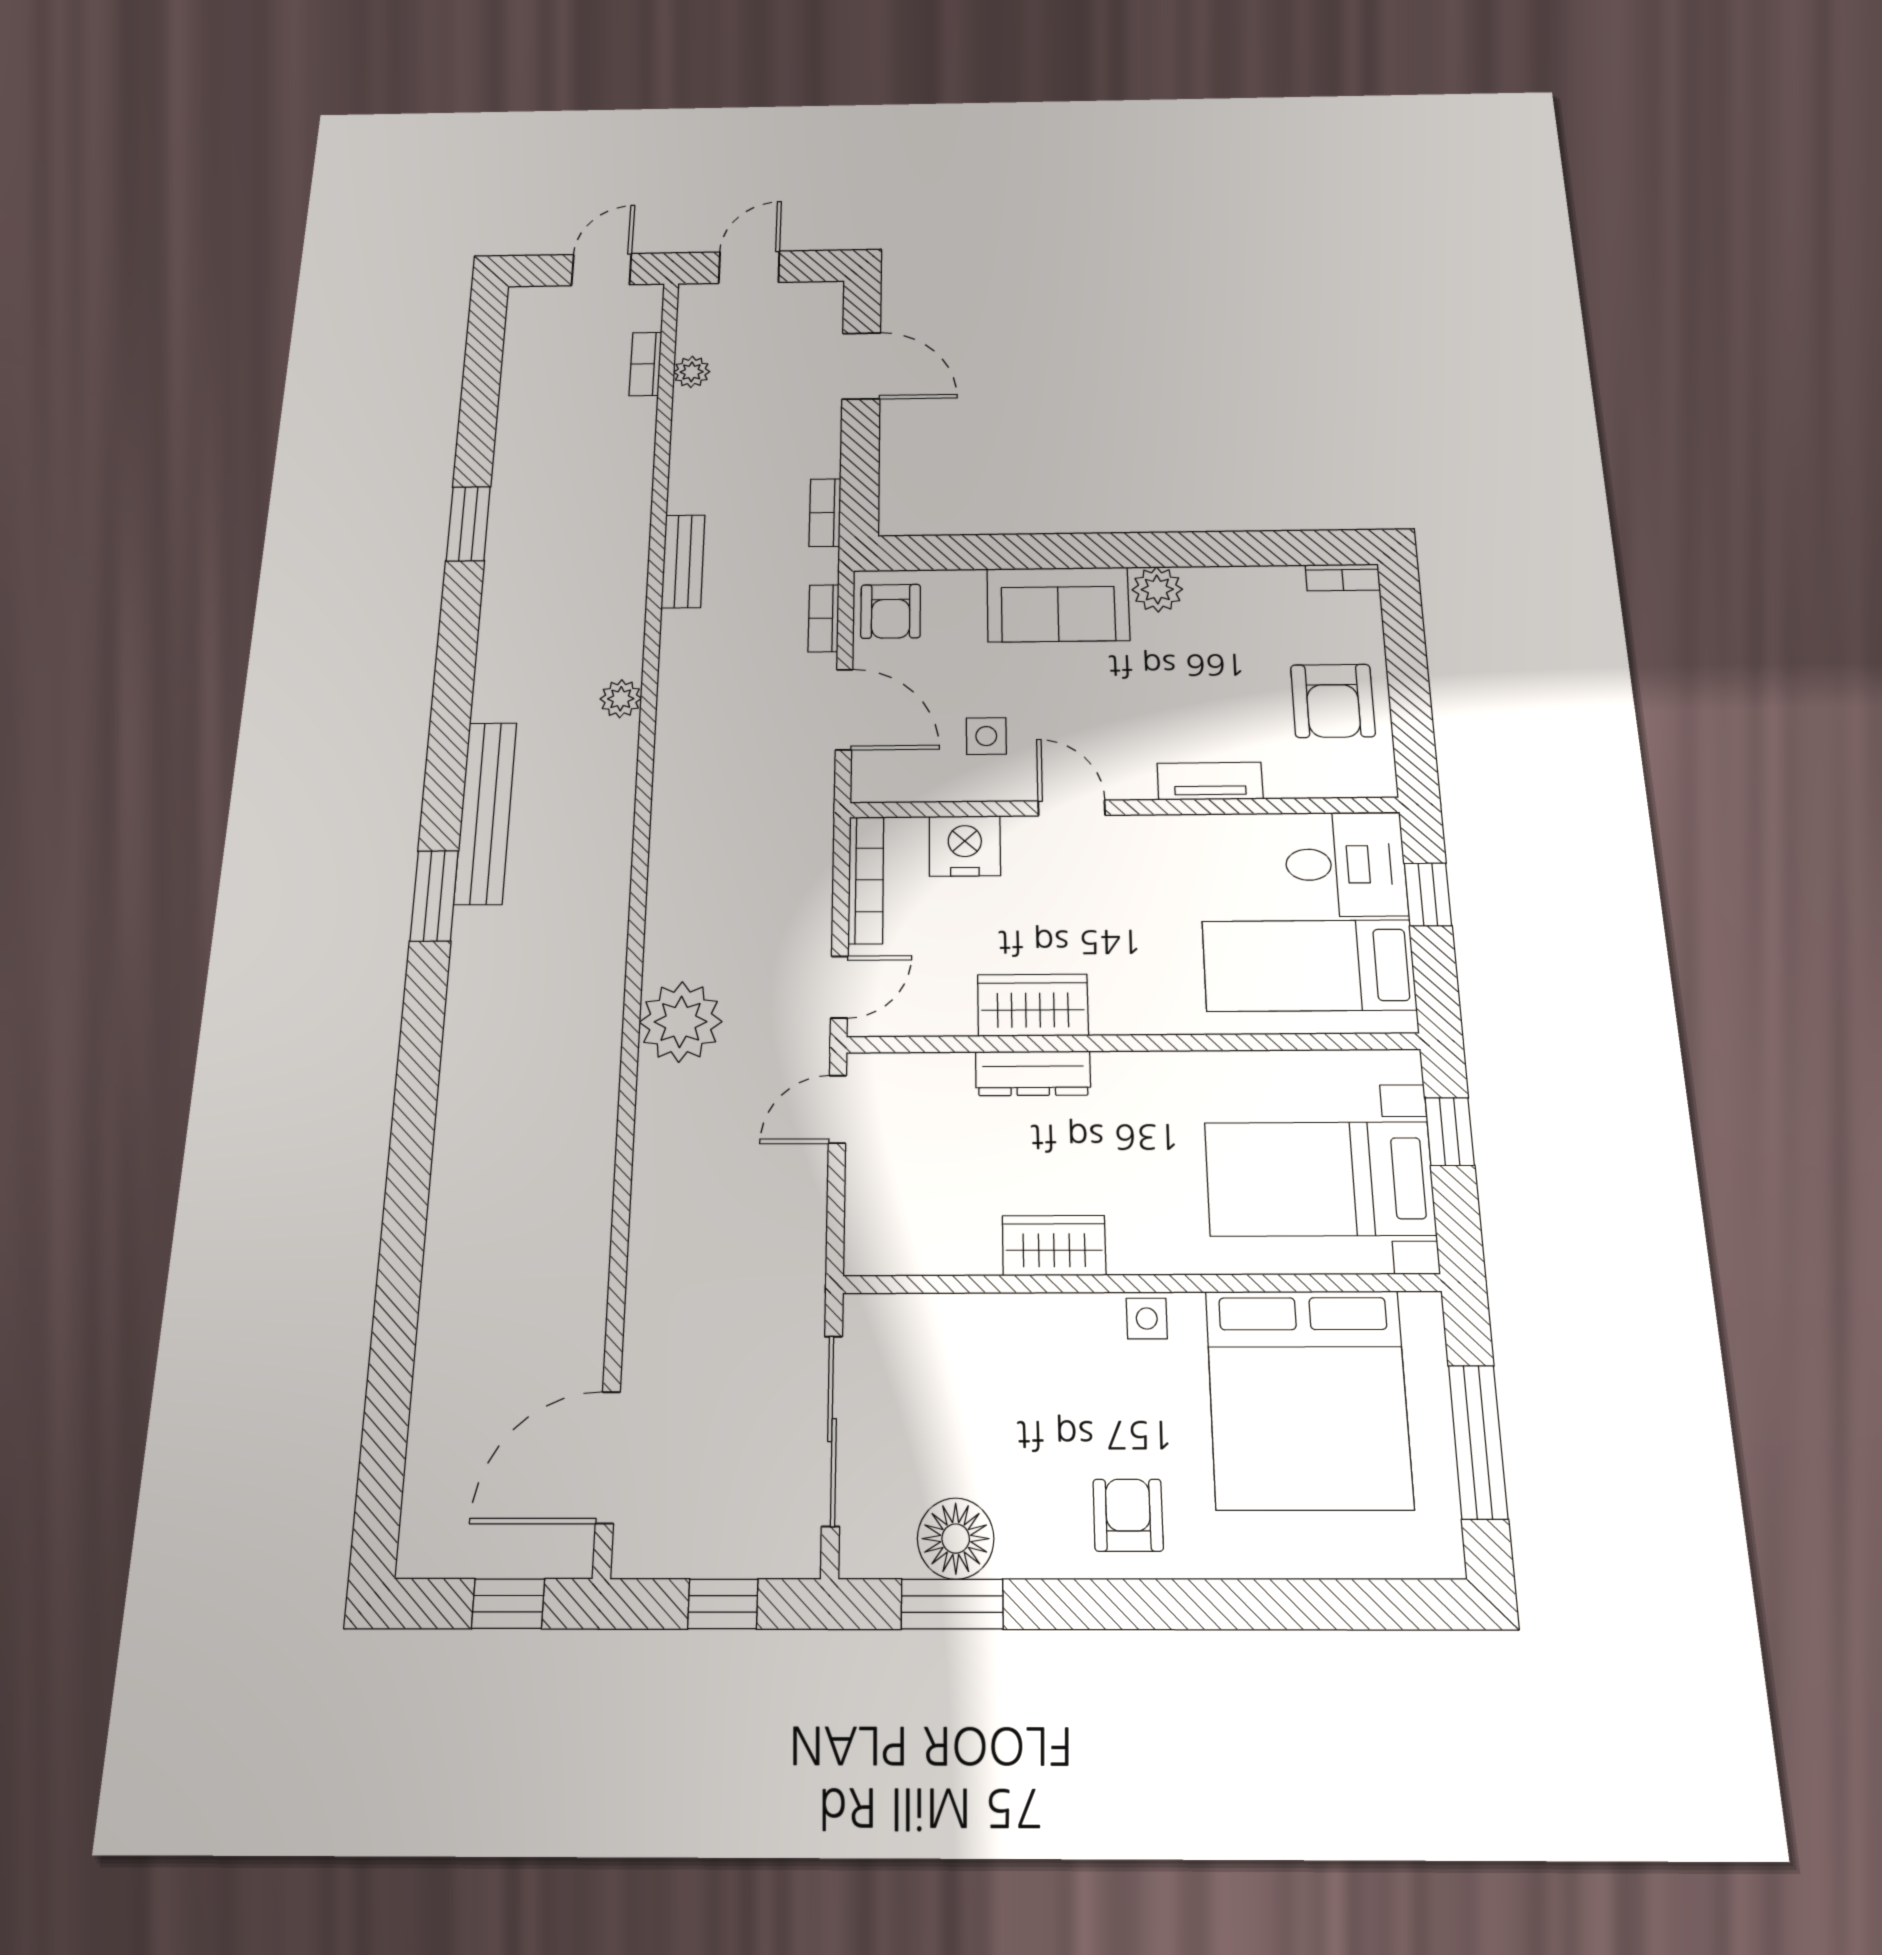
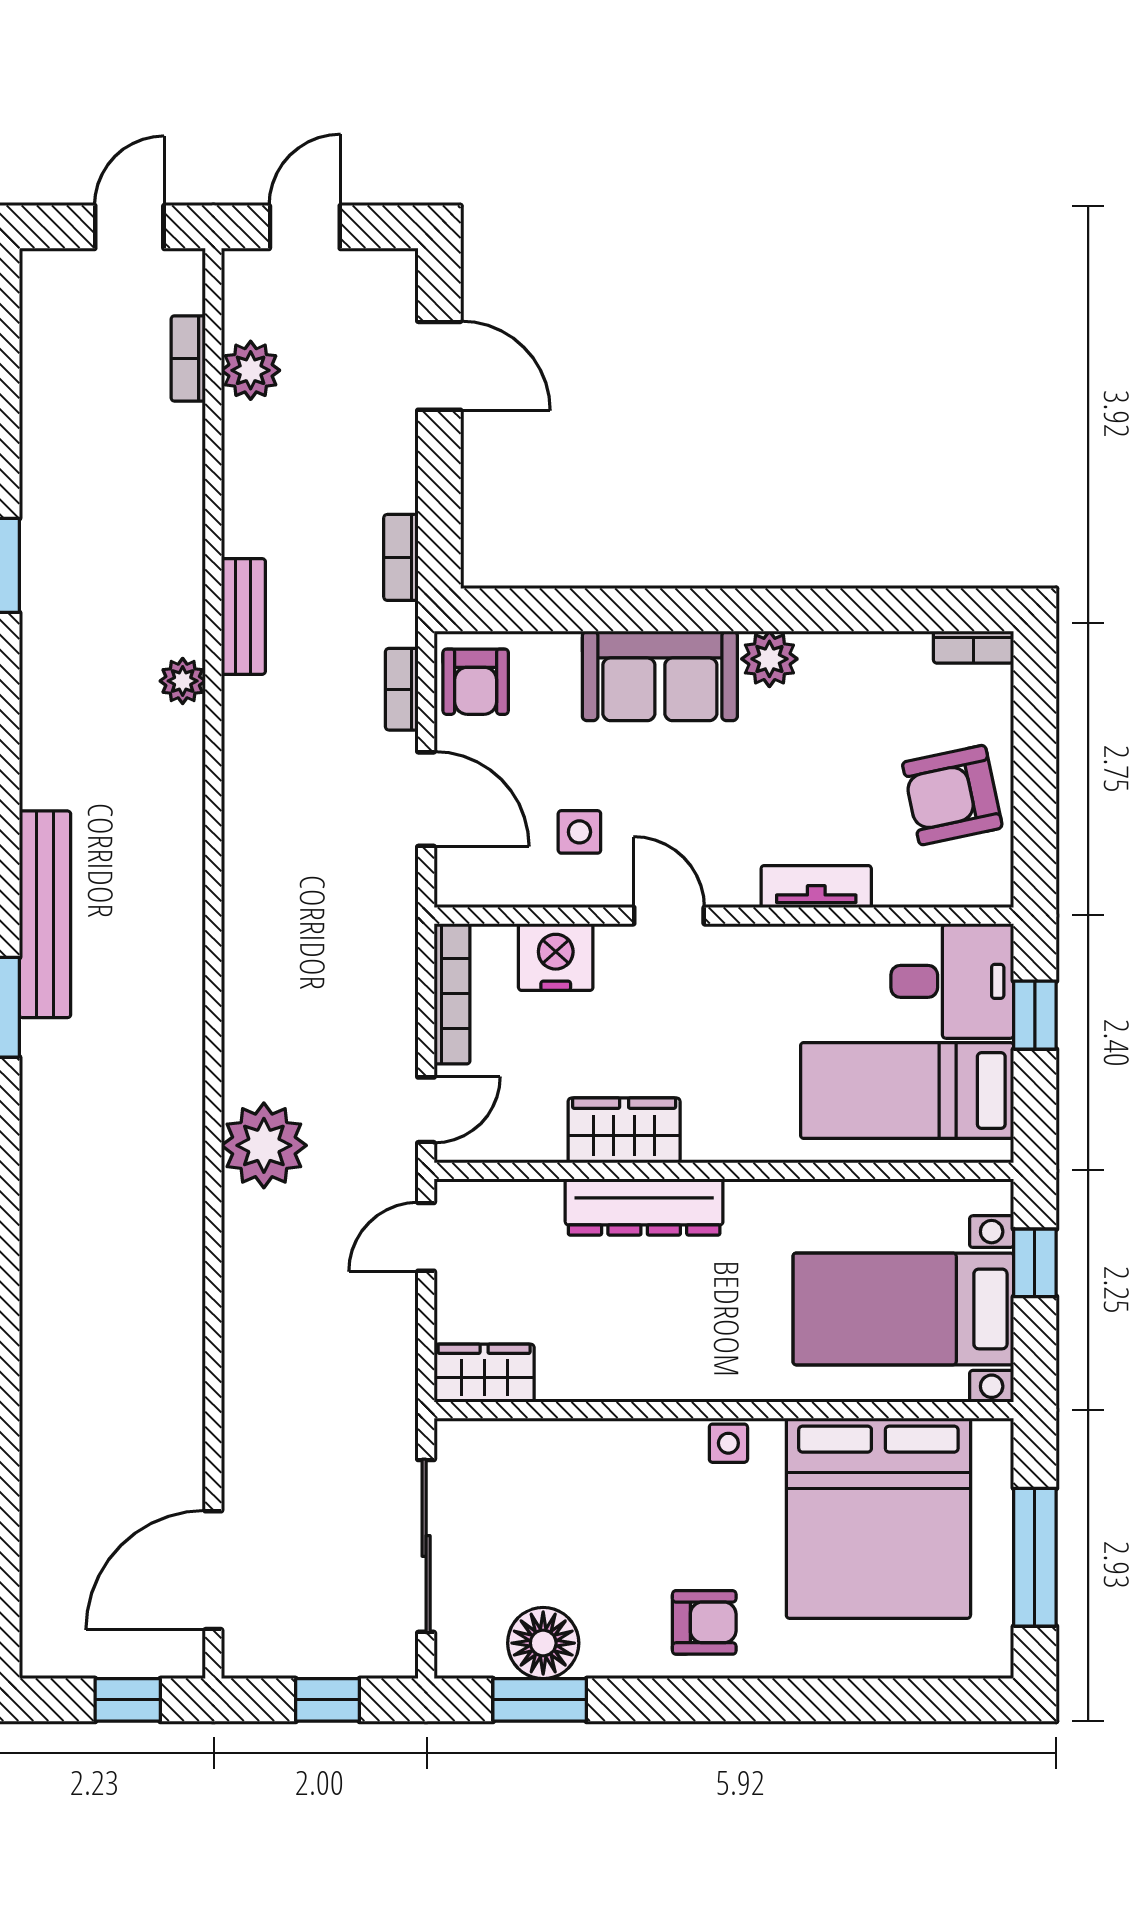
plant: (692, 372) -> (251, 370), width x1.38, depth x1.38
plant: (621, 699) -> (183, 681), moved
armchair: (1333, 701) -> (952, 795), turned 78
dresser: (1033, 1073) -> (644, 1207), width x1.37, depth x1.24
wardrobe: (1054, 1245) -> (484, 1373), moved
armchair: (1128, 1515) -> (704, 1622), turned 90

